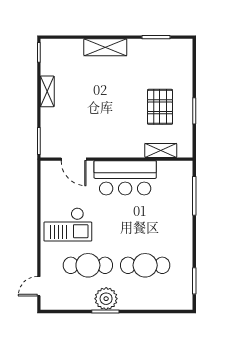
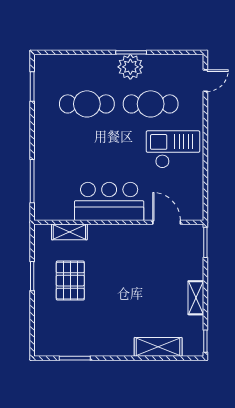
shelving: (105, 47) -> (158, 347), moved

